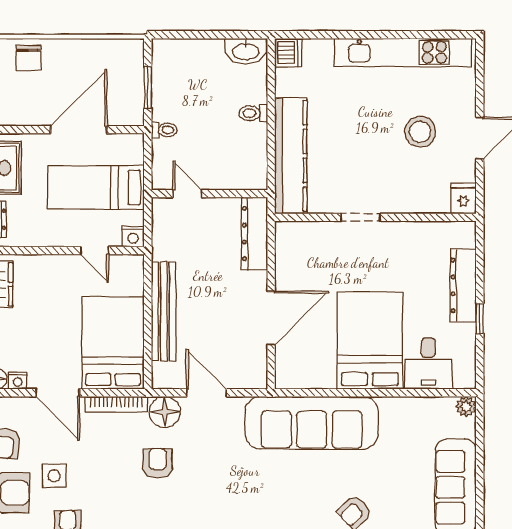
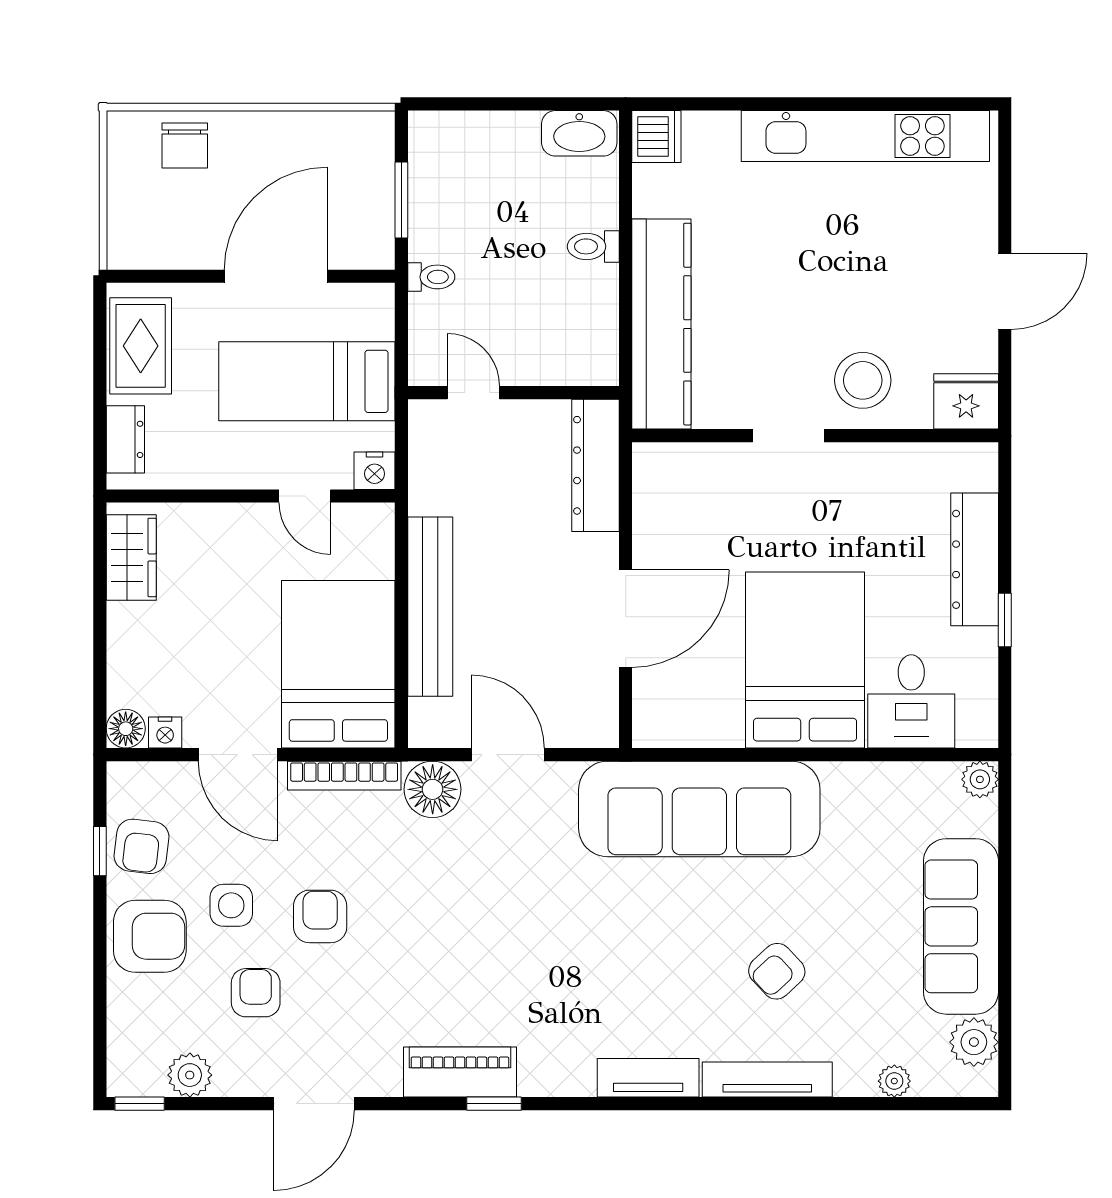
stool: (420, 132) -> (863, 380), moved
fridge: (463, 199) -> (966, 401), width x1.38
armchair: (158, 463) -> (320, 916), moved

